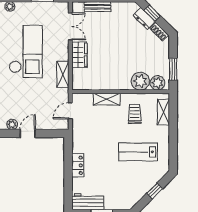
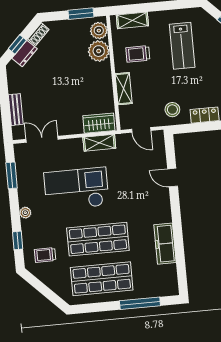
wardrobe: (79, 55) -> (99, 123), moved
plant: (12, 124) -> (164, 197), removed
stool: (85, 139) -> (172, 110), added

